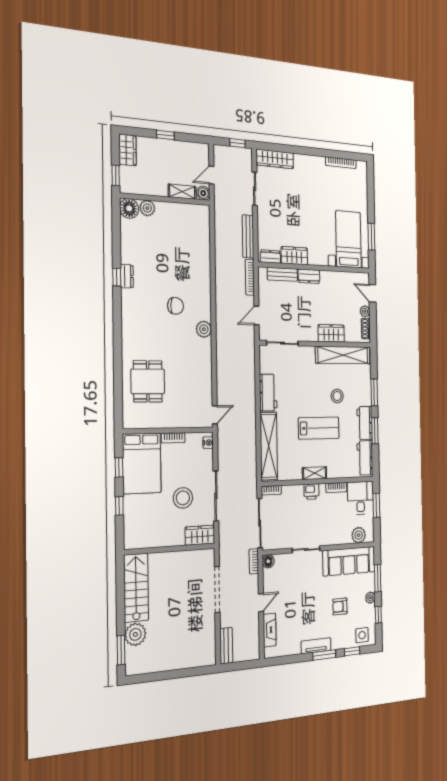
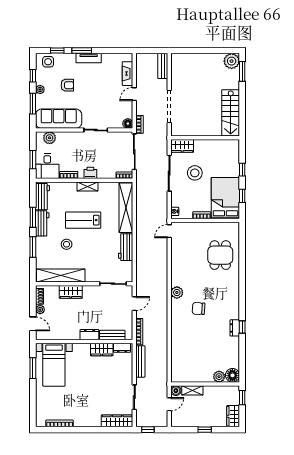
plant: (135, 634) -> (232, 61), moved

